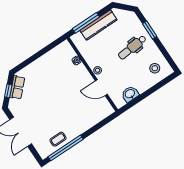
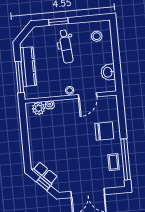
plant: (69, 53) -> (39, 108), added
chair: (79, 117) -> (104, 131), added

